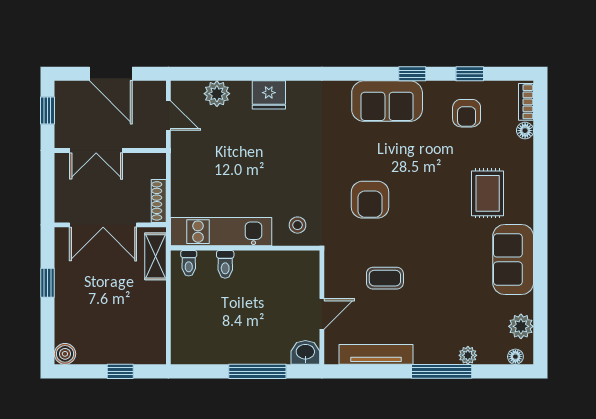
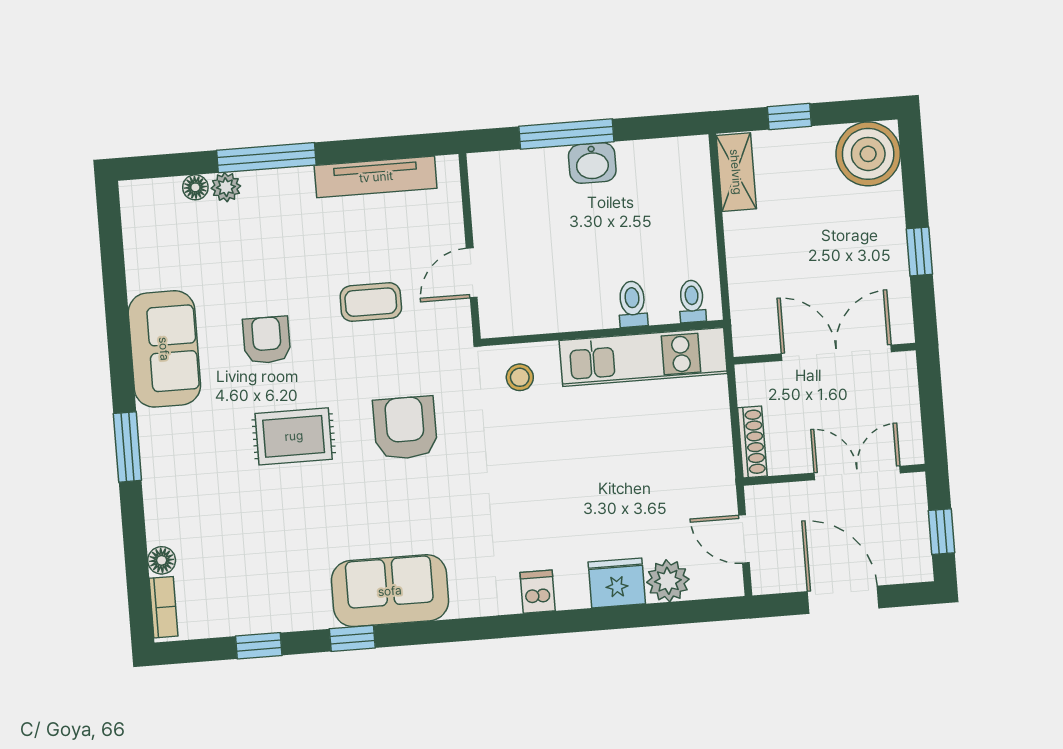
dishwasher: (297, 93) -> (538, 592), added
fridge: (269, 95) -> (617, 583), moved
armchair: (467, 113) -> (267, 340), moved
rug: (488, 193) -> (294, 436), moved, turned 90
shoe rack: (159, 201) -> (752, 442), moved
window: (540, 201) -> (127, 447), added
shelving: (156, 256) -> (736, 172), moved
door: (322, 314) -> (472, 273), moved
plant: (521, 326) -> (143, 241), removed
washbasin: (305, 352) -> (592, 163), moved
boiler: (65, 354) -> (868, 154), width x1.86, depth x1.86
floor lamp: (515, 357) -> (195, 187), moved

